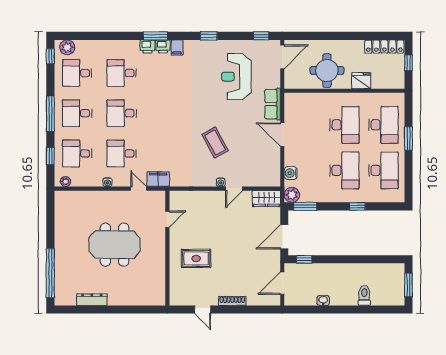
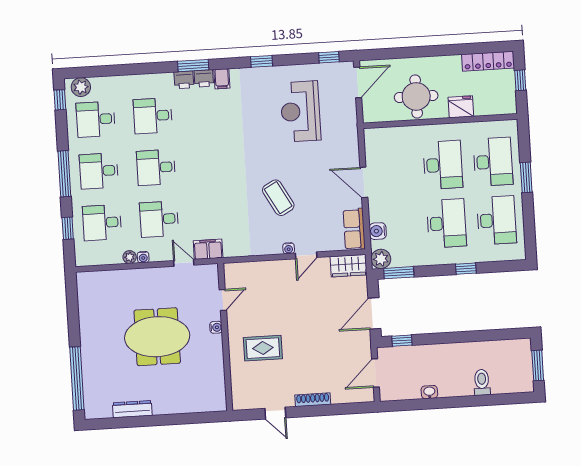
row of seats: (273, 104) -> (354, 229), moved
plant: (65, 181) -> (130, 257), moved
water cooler: (161, 240) -> (216, 327), added

